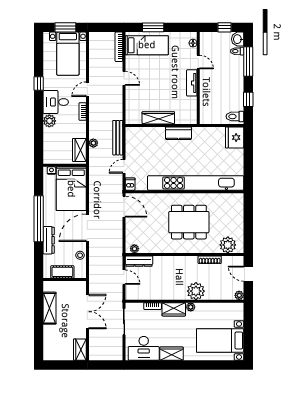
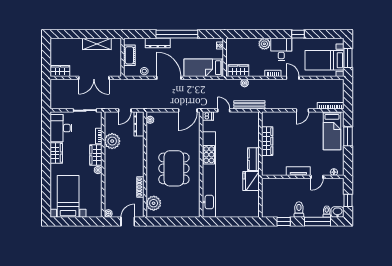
toilet: (235, 116) -> (299, 210), moved
fridge: (235, 137) -> (251, 181), moved, turned -90
bed: (71, 189) -> (204, 68), width x0.67
plant: (196, 291) -> (112, 141), moved

